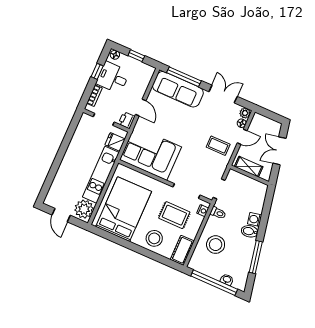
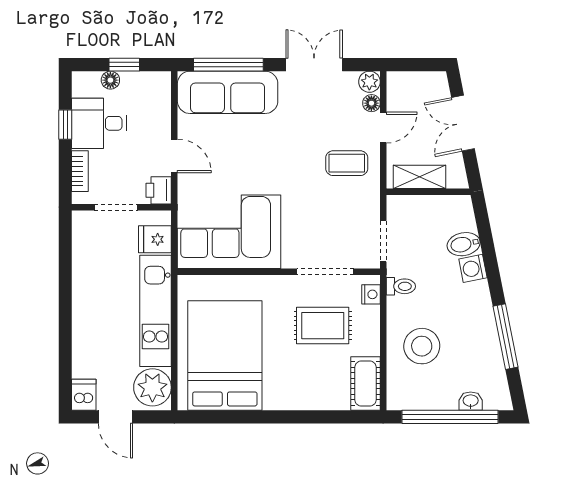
floor lamp: (115, 55) -> (110, 80), moved
dishwasher: (51, 199) -> (84, 395), added
bidet: (250, 231) -> (464, 244), moved
stool: (154, 238) -> (305, 384), removed

